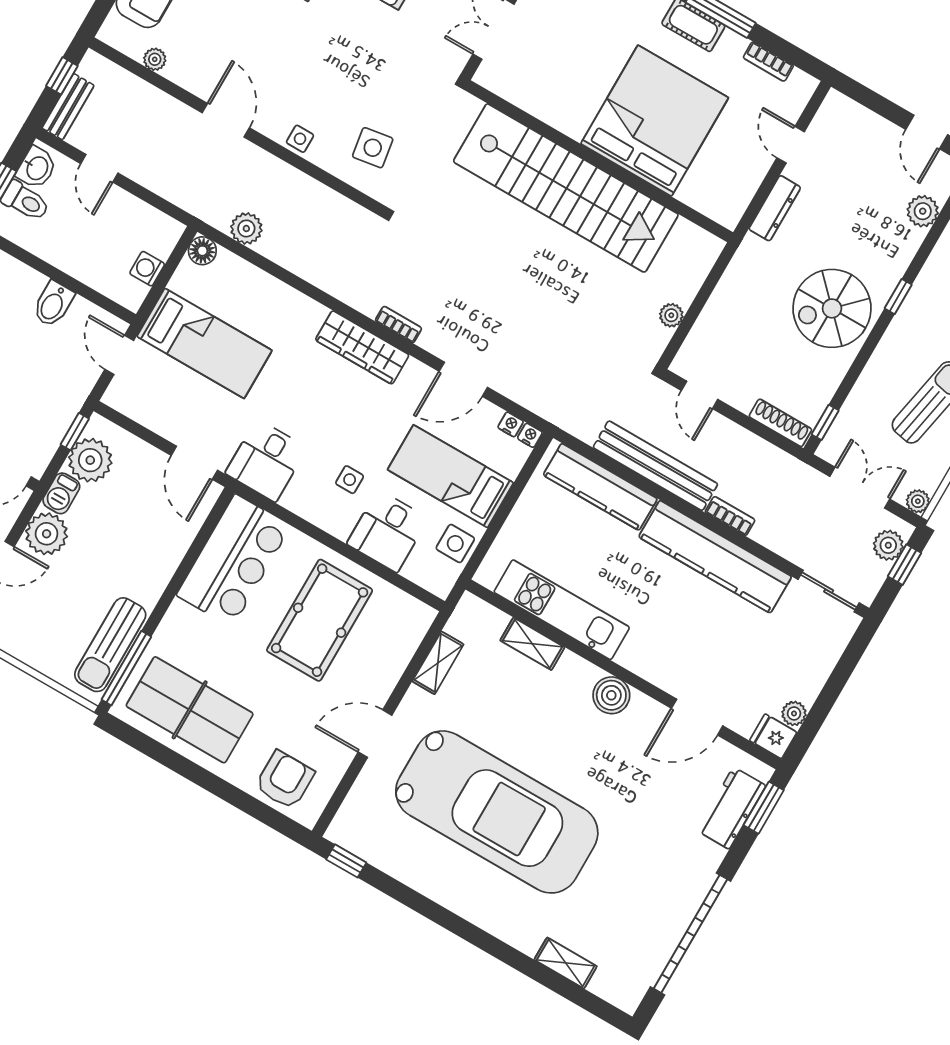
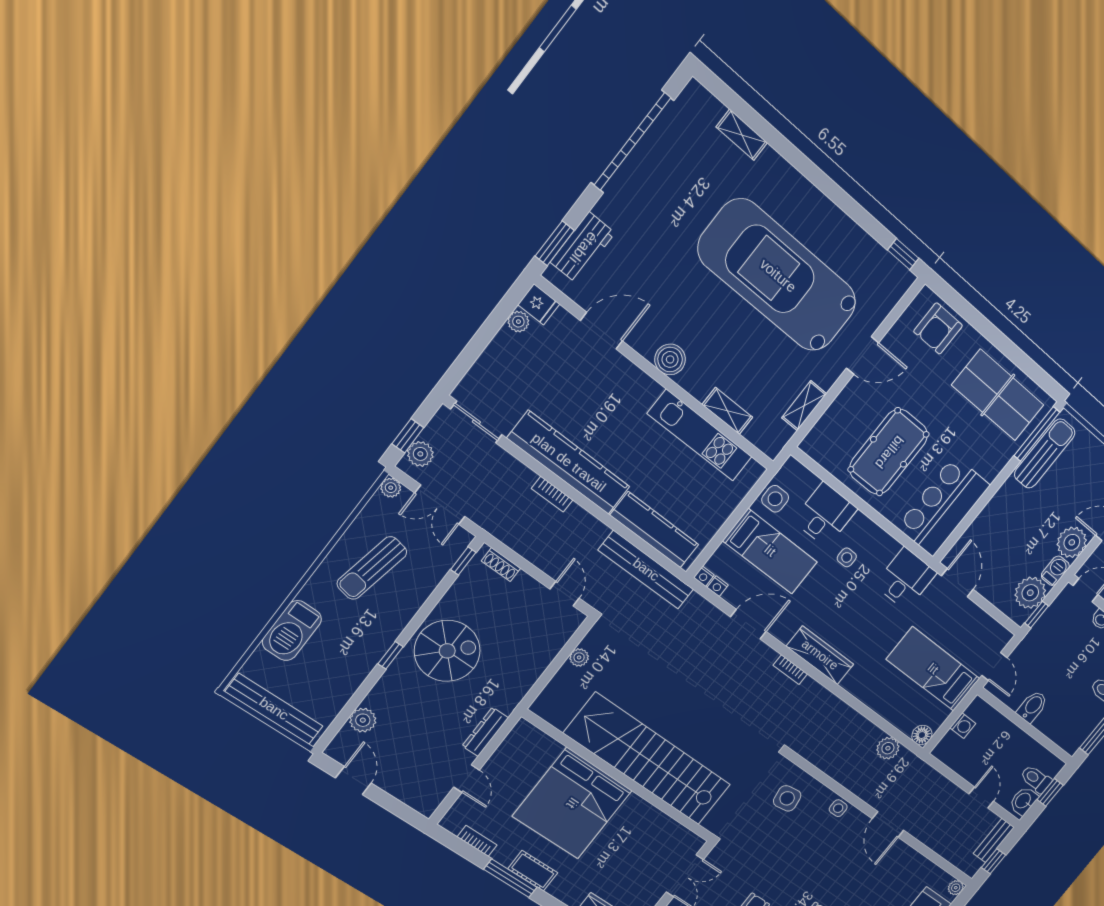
plant: (155, 59) -> (956, 888), moved
shoe rack: (780, 423) -> (501, 565), width x0.70
bench: (655, 466) -> (646, 570), moved

